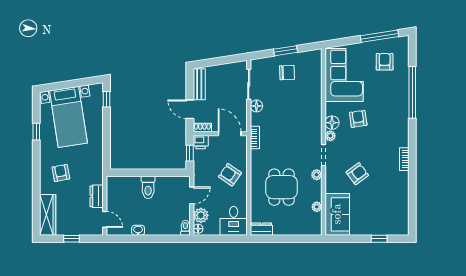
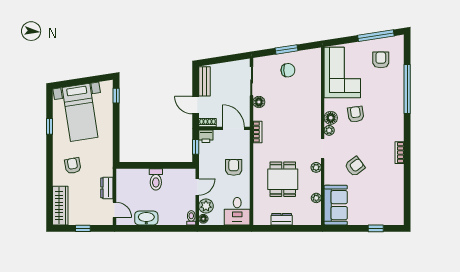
armchair: (230, 175) -> (234, 167), turned 55
dresser: (261, 229) -> (282, 219), moved
washbasin: (138, 230) -> (146, 218), width x1.91, depth x1.45

